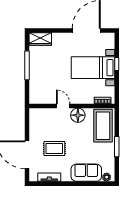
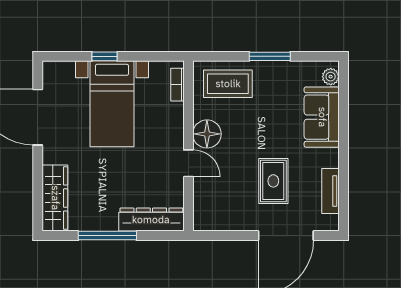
wardrobe: (40, 39) -> (55, 198), width x1.50
dresser: (35, 87) -> (151, 220), added
door: (63, 106) -> (188, 163), swing flipped
coffee table: (103, 126) -> (228, 84), width x0.73, depth x0.76

